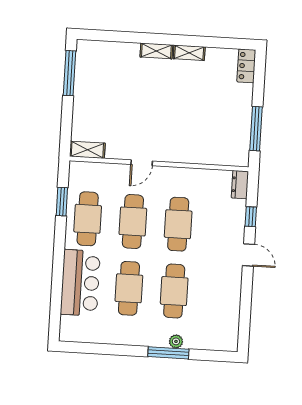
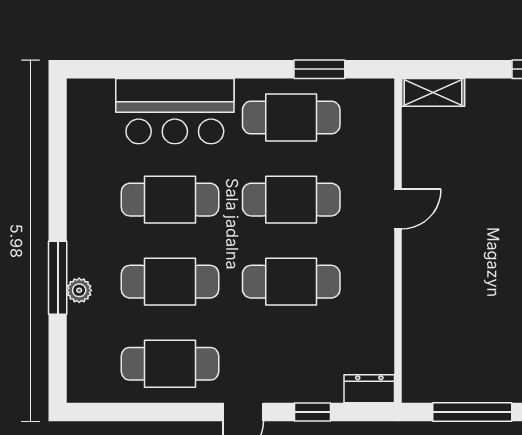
shelving: (87, 150) -> (433, 92), moved, turned 90
door: (142, 163) -> (398, 209), swing flipped
cafe table: (219, 294) -> (170, 364), added

